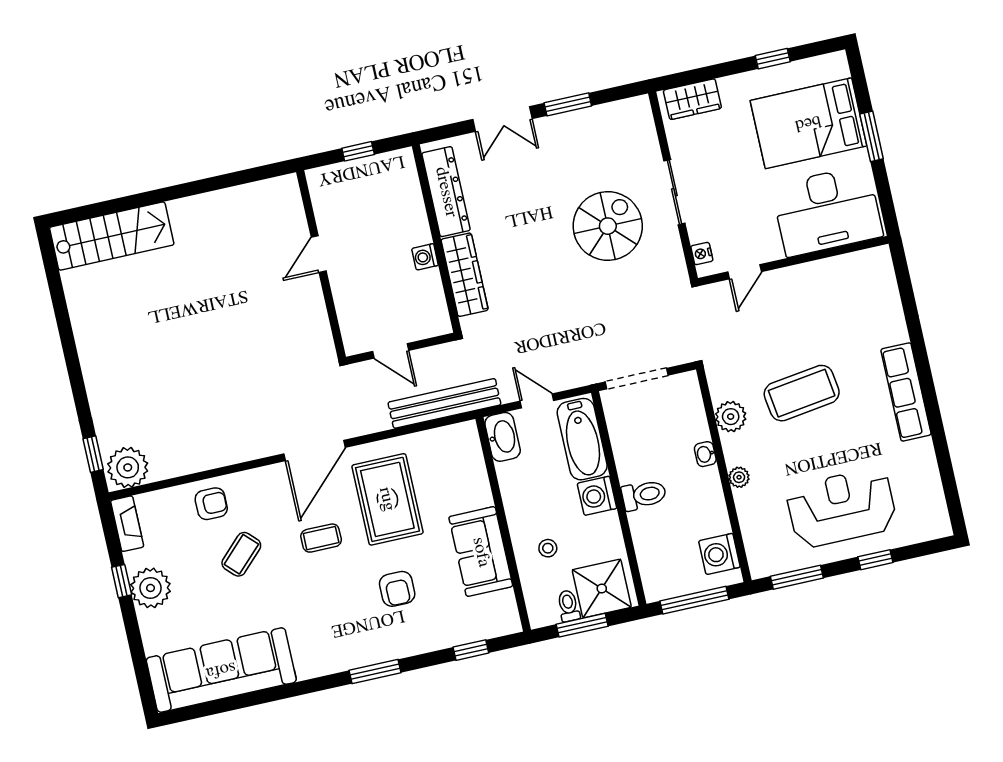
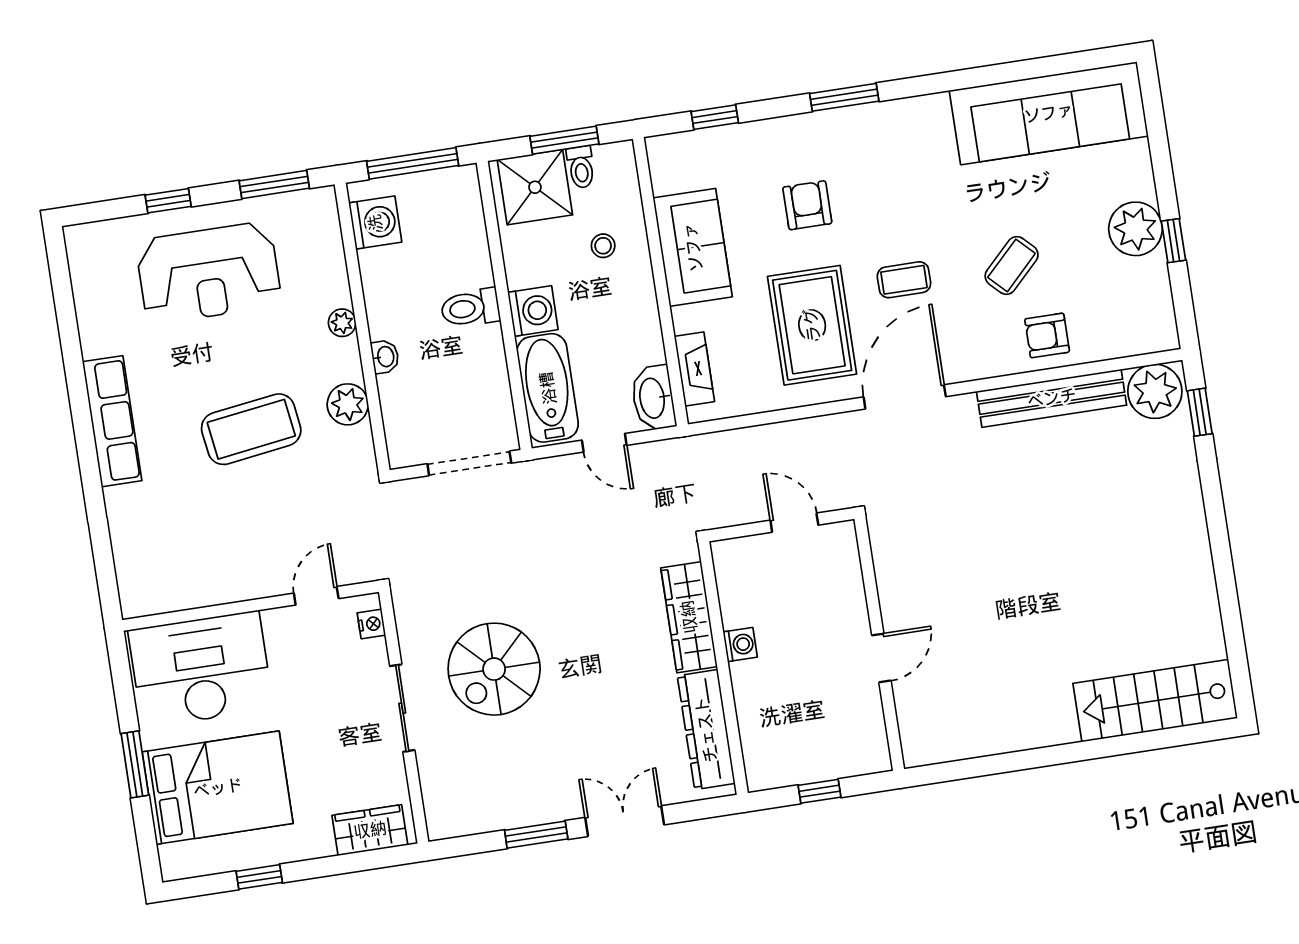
bench: (444, 403) -> (1052, 398), moved
fireplace: (127, 524) -> (694, 369), moved, turned 180

